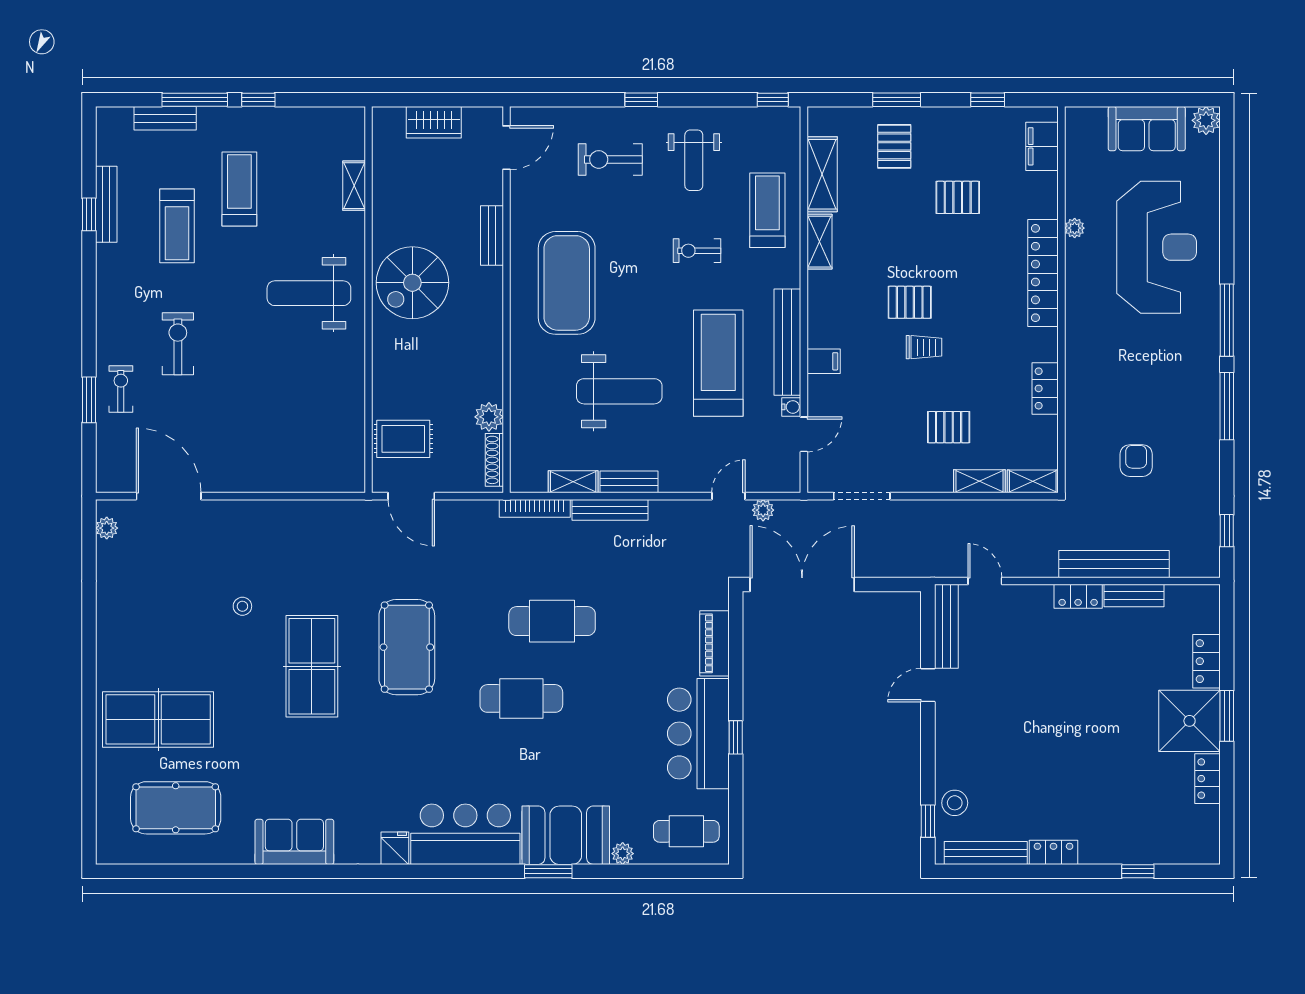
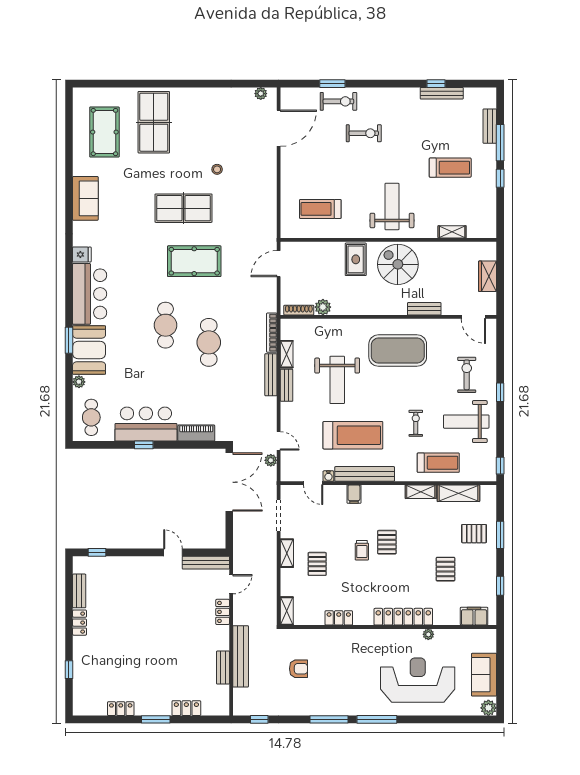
weight bench: (694, 160) -> (466, 422), width x1.36, depth x1.33
treadmill: (177, 226) -> (320, 209), moved
reception desk: (1157, 247) -> (418, 680), turned 180
exercise bike: (121, 389) -> (338, 101), width x1.38, depth x1.39
rug: (403, 439) -> (356, 259), moved
shelving: (979, 481) -> (287, 553), moved
locker: (1078, 596) -> (223, 612), moved
shower: (1190, 721) -> (153, 699), removed
stool: (955, 803) -> (107, 567), removed
bench: (986, 853) -> (79, 591), width x0.73

